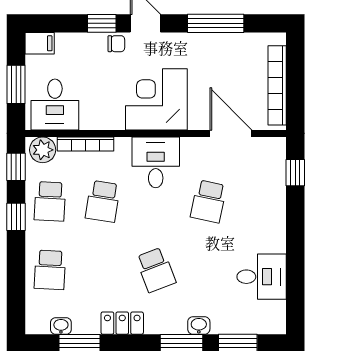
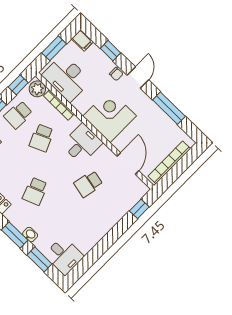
window: (102, 23) -> (110, 51), moved
desk: (55, 105) -> (66, 78), width x1.37
school desk: (103, 201) -> (42, 138), turned -33
desk: (262, 277) -> (64, 256), moved

